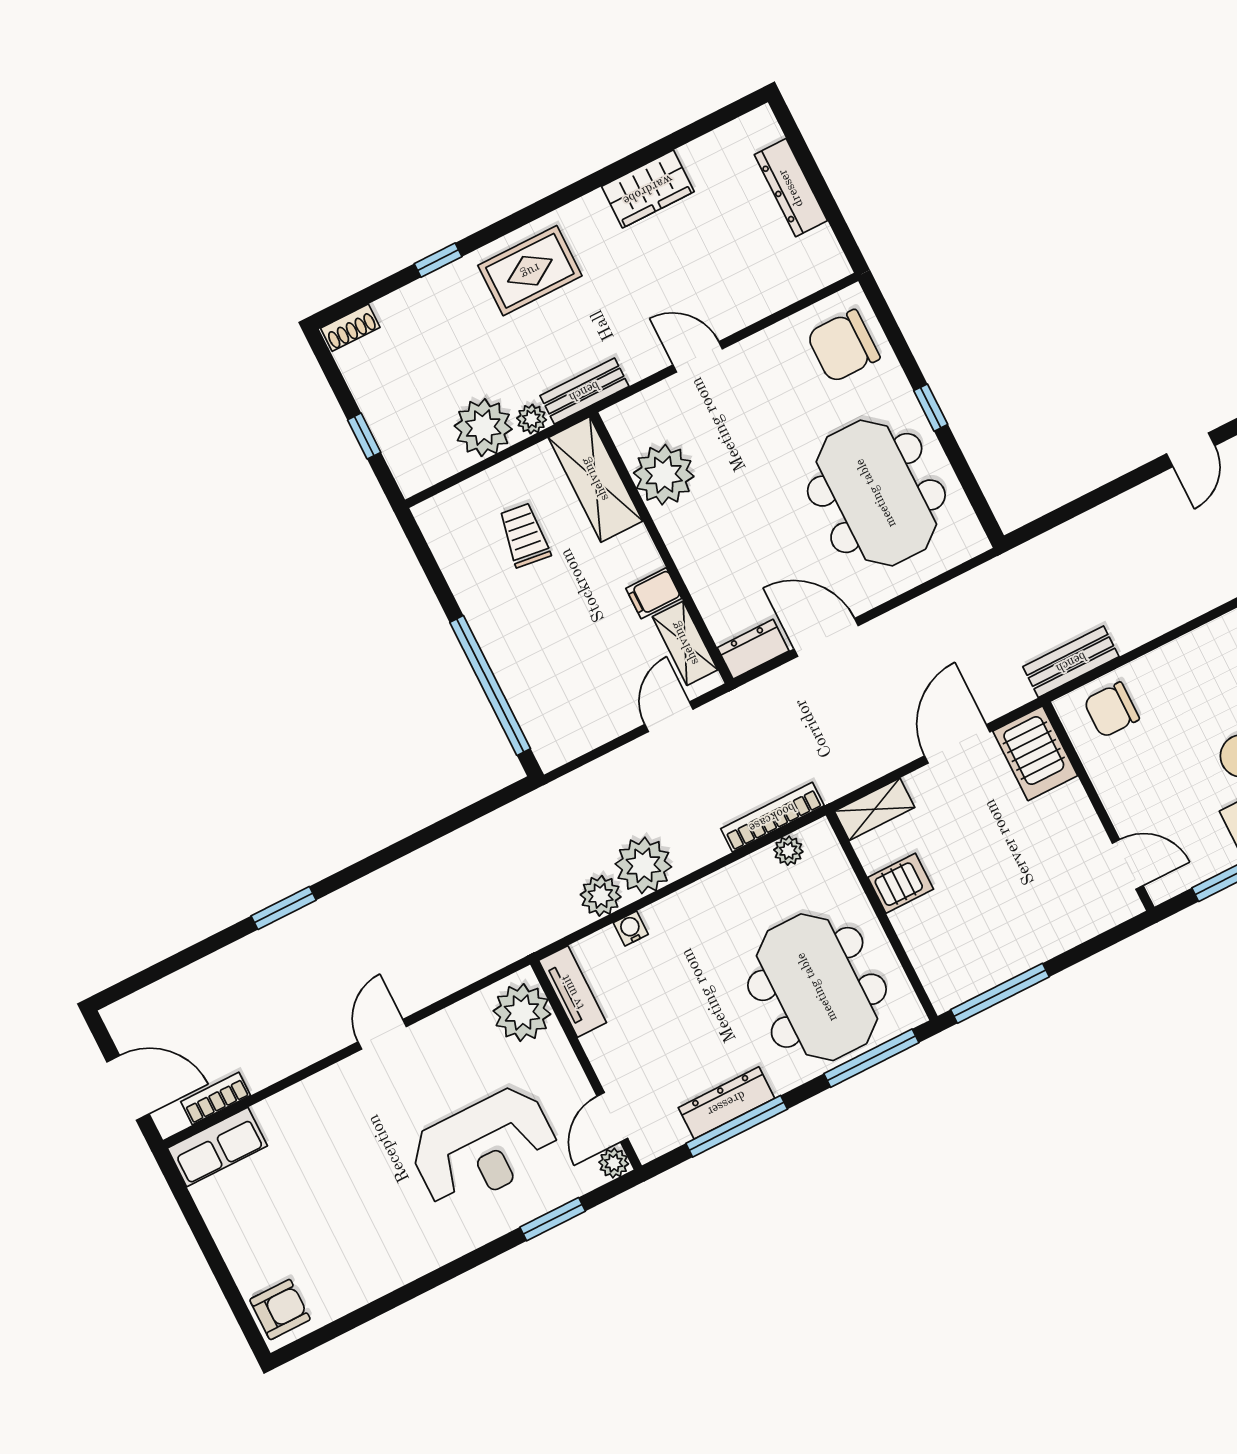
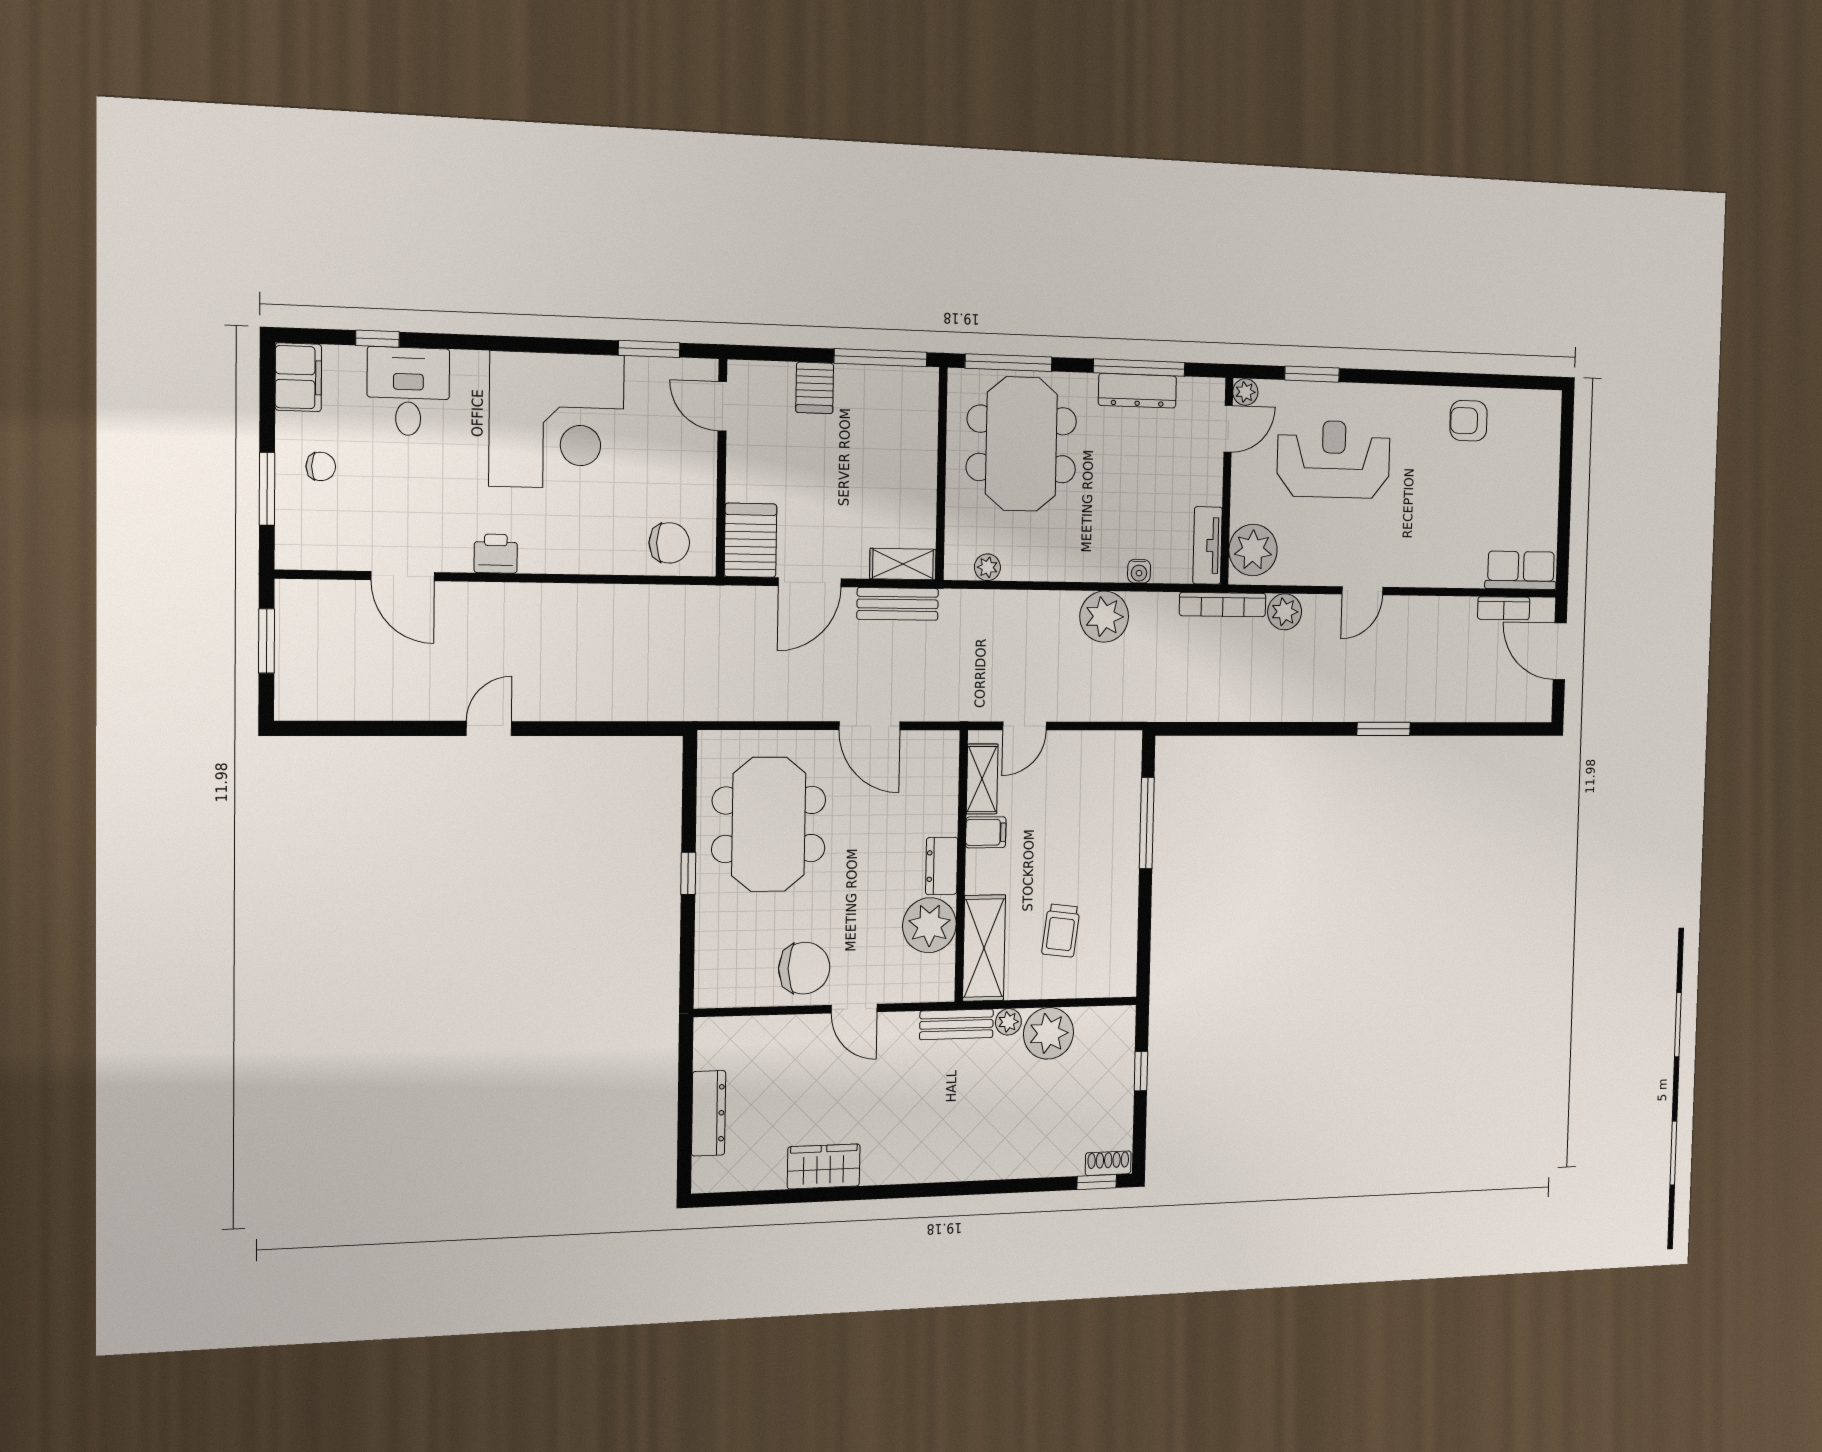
window: (438, 260) -> (1097, 1182), moved
rug: (530, 271) -> (949, 1143), removed
chair: (843, 346) -> (804, 968), moved
dresser: (753, 649) -> (942, 866), moved, turned 90
bench: (1071, 662) -> (898, 604), moved
window: (490, 685) -> (1147, 823), width x0.68
bookcase: (772, 817) -> (1223, 604), moved
server rack: (901, 883) -> (815, 388), moved, turned -90
plant: (601, 896) -> (1285, 612), moved
armchair: (280, 1309) -> (1469, 421), moved

